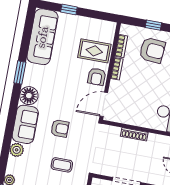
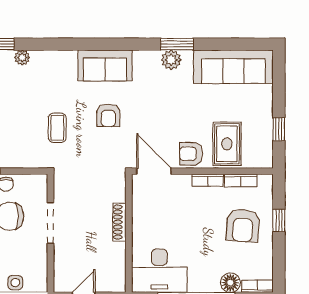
window: (69, 10) -> (279, 129), moved
floor lamp: (29, 96) -> (147, 63), removed
plant: (17, 150) -> (171, 60), moved

